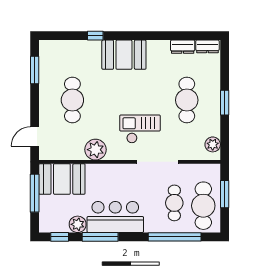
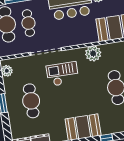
checkout: (140, 129) -> (63, 74), turned 180

